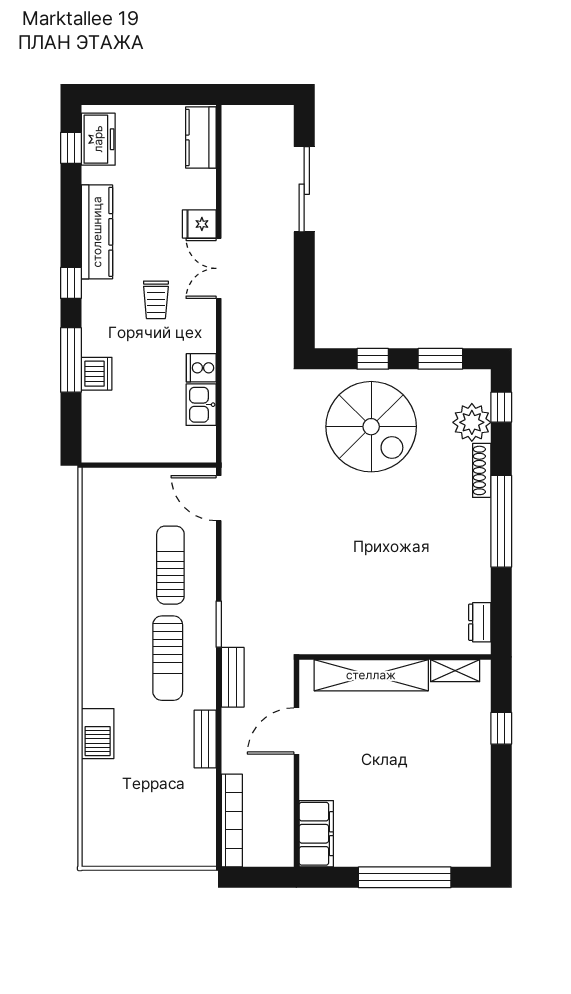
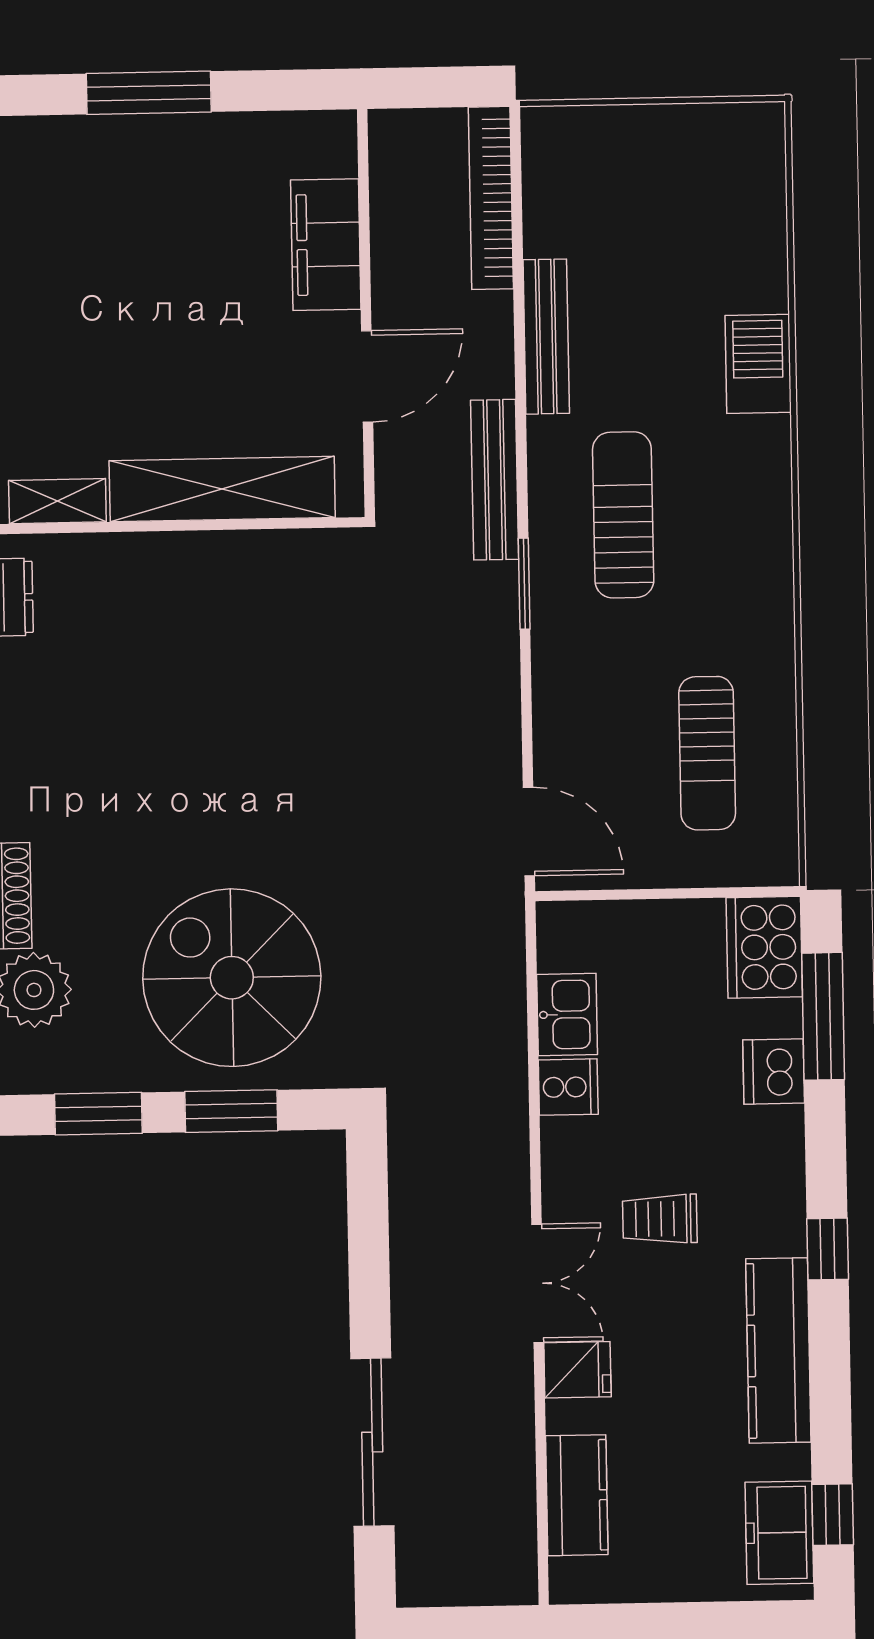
kitchen counter: (201, 137) -> (577, 1495), moved
trolley: (156, 300) -> (660, 1219), turned -90
window: (373, 359) -> (231, 1111), width x1.50
window: (71, 360) -> (823, 1016), moved
cooker: (100, 437) -> (764, 947), added
sun lounger: (170, 565) -> (707, 753), moved
bench: (233, 677) -> (495, 480), width x1.36
bench: (205, 739) -> (546, 337), width x1.36
filing cabinet: (316, 834) -> (326, 245), moved
window: (405, 877) -> (149, 93), width x0.68

